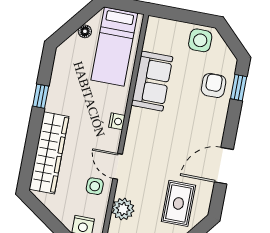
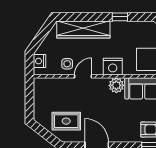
nightstand: (117, 121) -> (113, 67), width x1.89, depth x1.79
plant: (123, 209) -> (116, 85), moved

